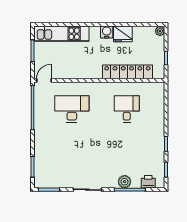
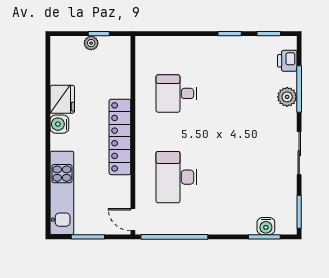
plant: (160, 31) -> (91, 43), moved
locker: (127, 72) -> (120, 137), moved
water cooler: (40, 168) -> (266, 226), added

